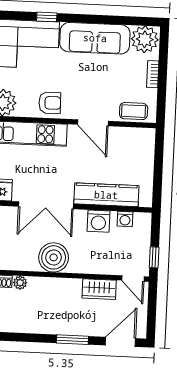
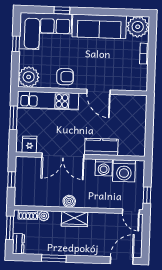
coffee table: (134, 111) -> (130, 82), removed
kitchen counter: (106, 195) -> (101, 147), width x0.67
washing machine: (125, 219) -> (124, 171), width x1.89, depth x1.89
boiler: (54, 257) -> (69, 201), width x0.54, depth x0.54
wardrobe: (99, 289) -> (74, 219), moved
window: (72, 340) -> (54, 258), moved

